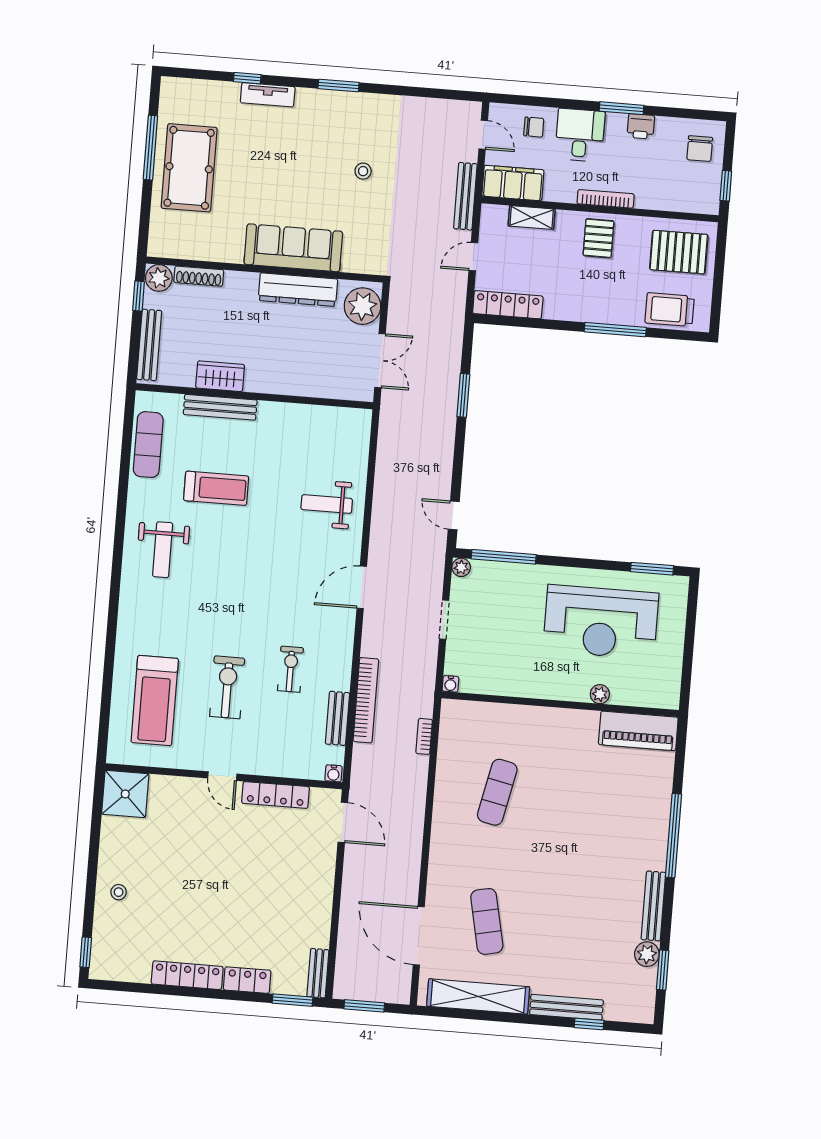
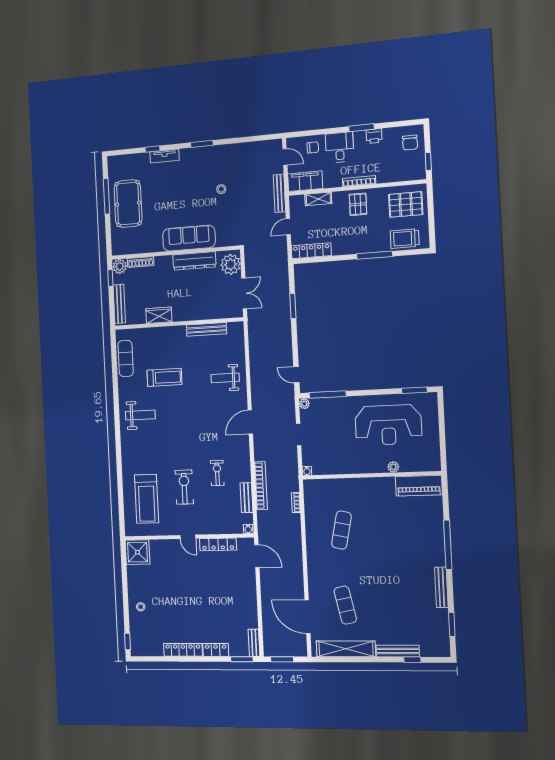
bench: (220, 407) -> (206, 329), moved
weight bench: (163, 550) -> (140, 415), turned -90
plant: (647, 954) -> (441, 616), removed

